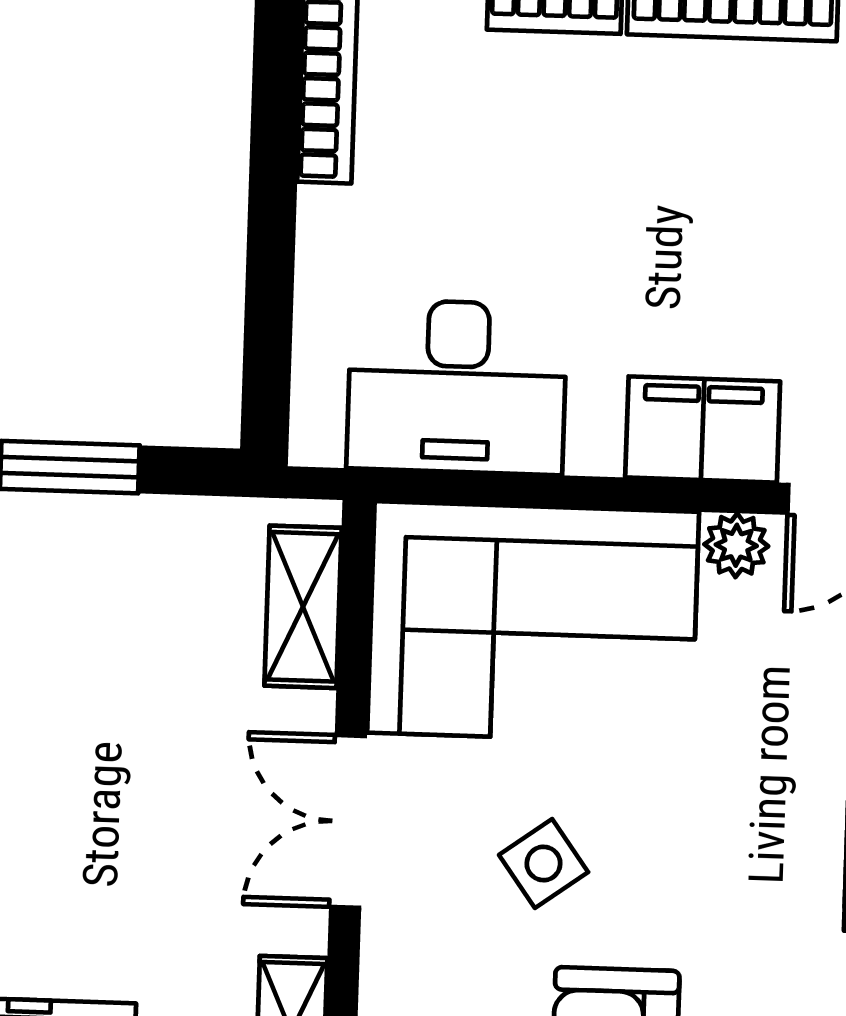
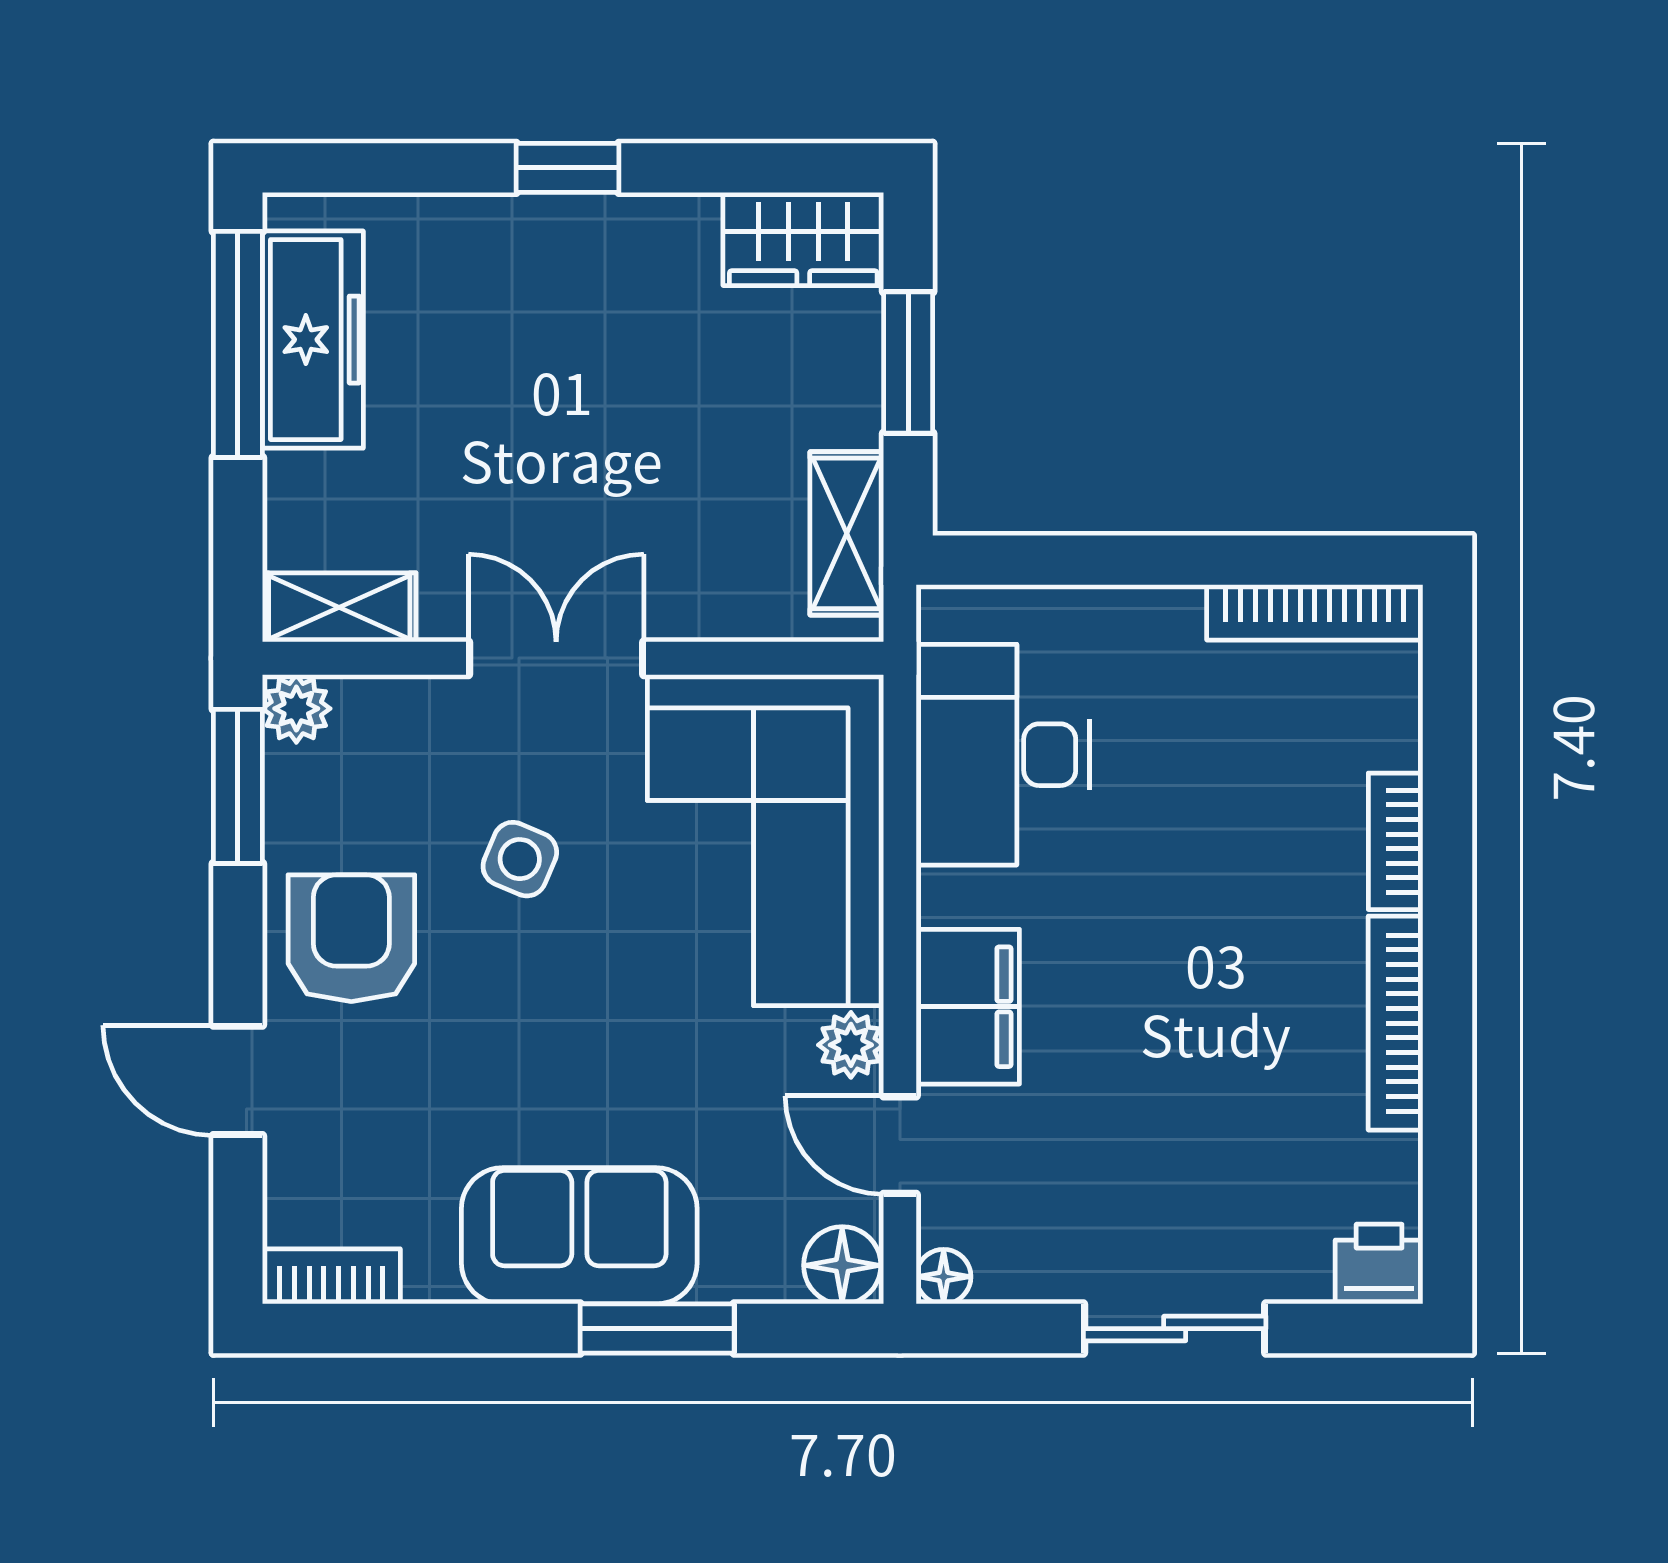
shelving: (303, 607) -> (847, 533), moved, turned 90
side table: (544, 863) -> (520, 859), turned -31

